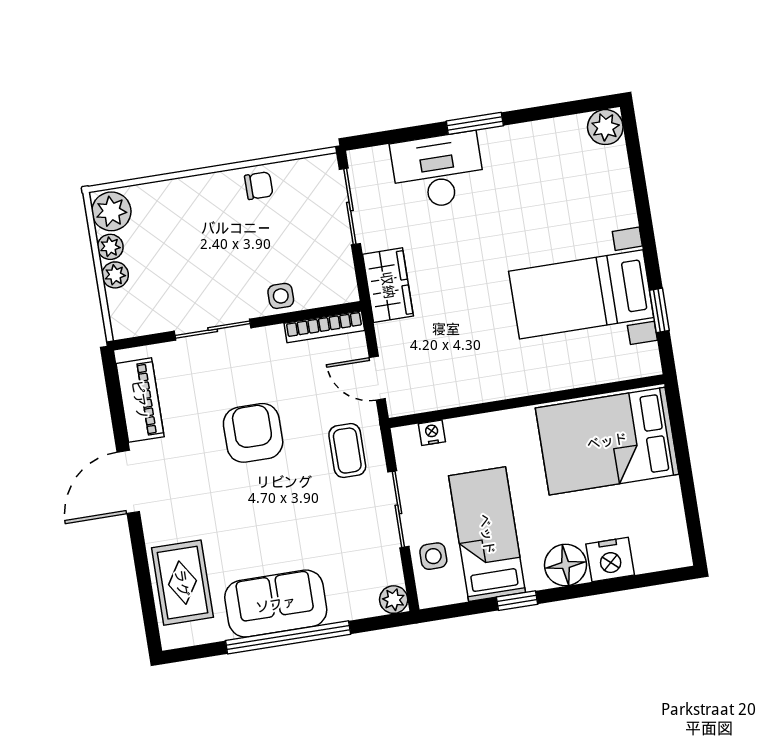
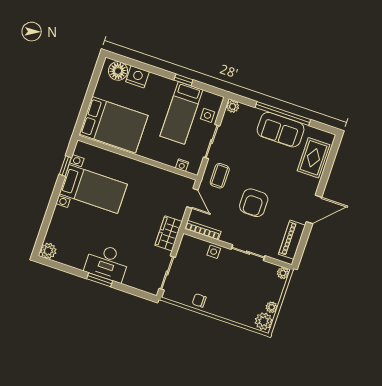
desk: (438, 171) -> (107, 263), moved
plant: (115, 275) -> (283, 273), moved
floor lamp: (565, 565) -> (118, 71), moved

